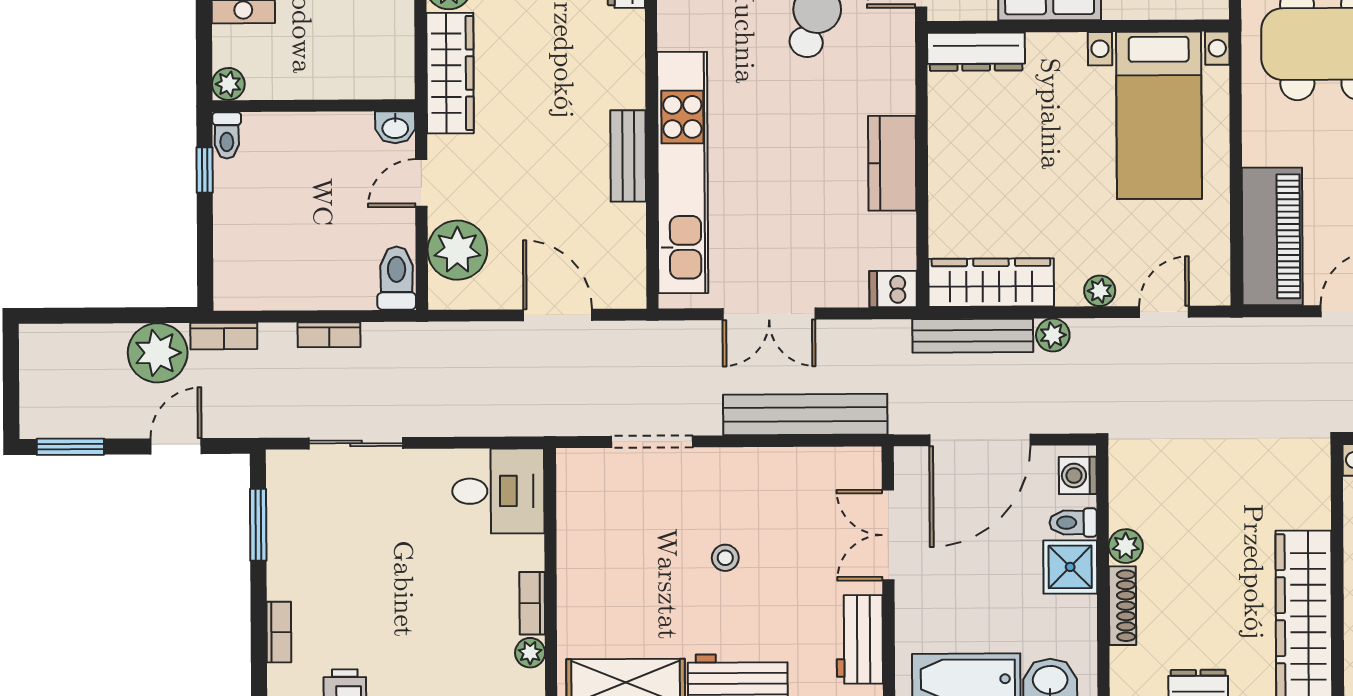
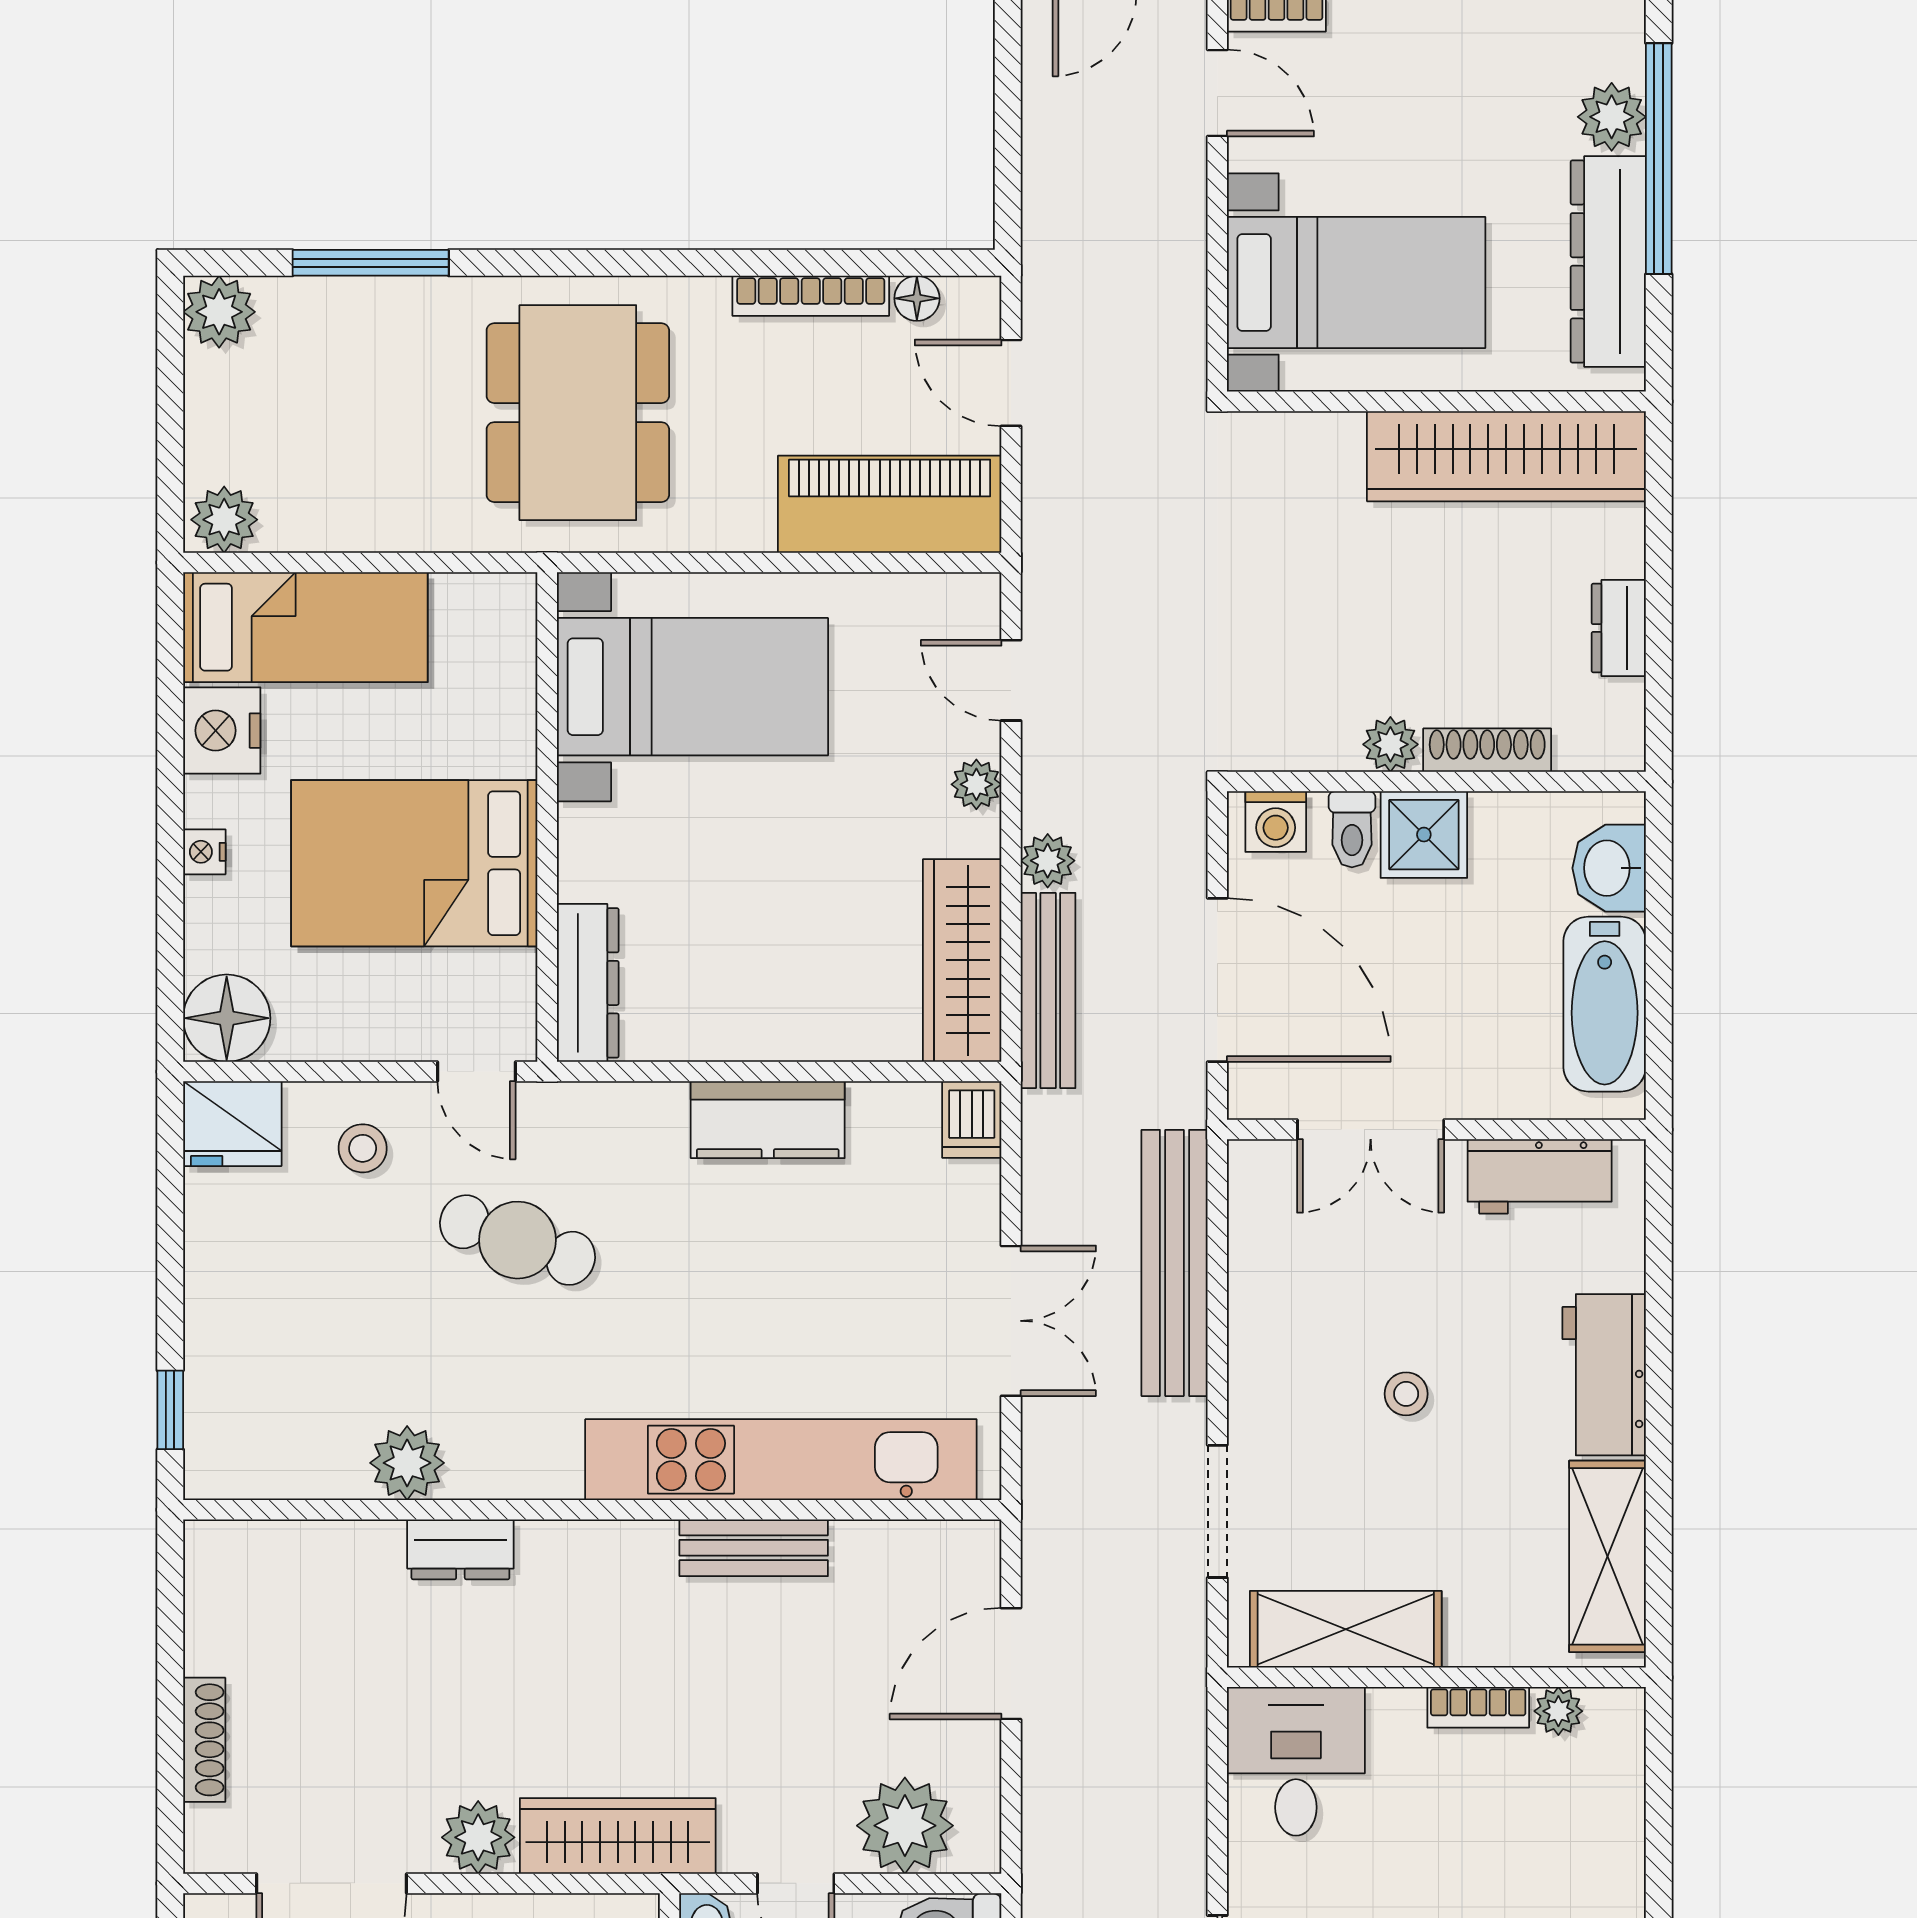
shelving: (580, 521) -> (1346, 1629), added

